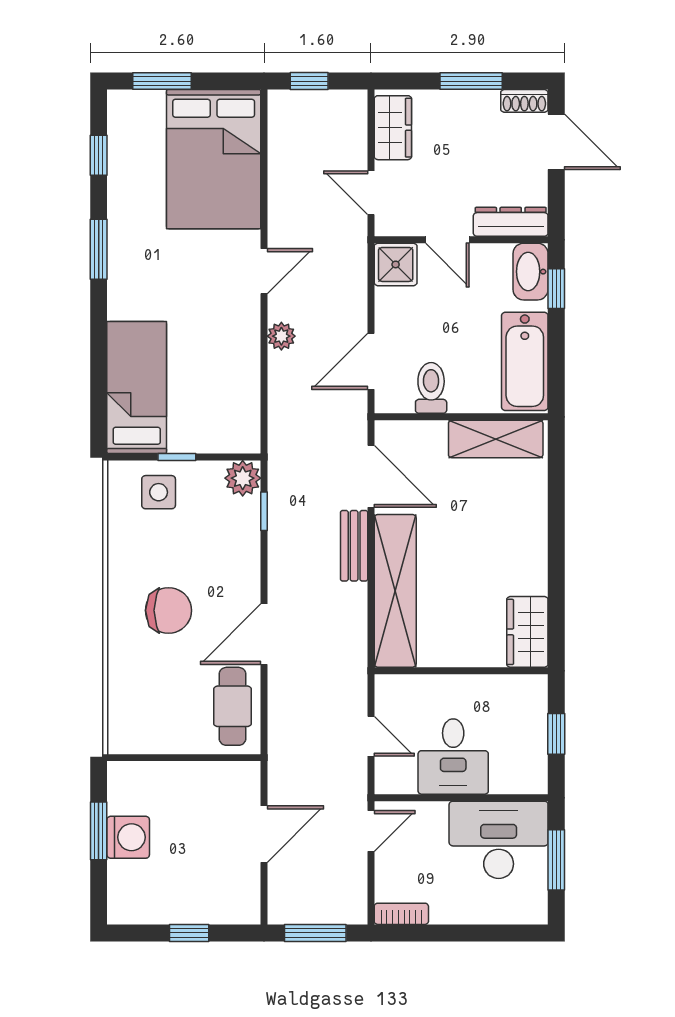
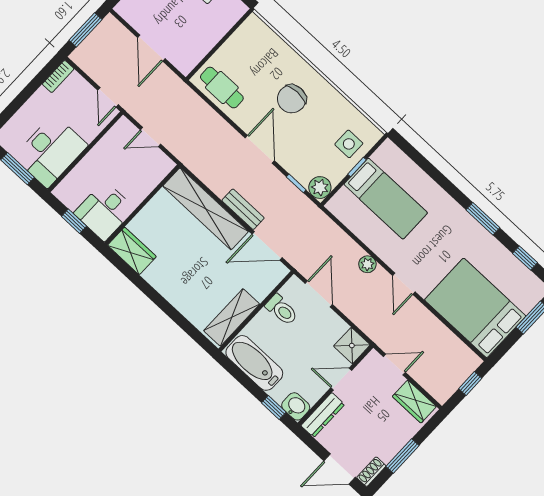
washbasin: (531, 272) -> (296, 406), width x0.72
bed: (137, 387) -> (386, 199), moved
door: (264, 634) -> (260, 149), moved
desk: (453, 757) -> (104, 211), moved, turned -90

